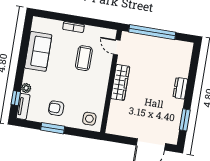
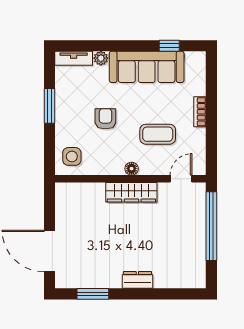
sofa: (38, 51) -> (147, 67), width x1.36
floor lamp: (104, 80) -> (132, 169), added
window: (16, 98) -> (169, 46), moved
armchair: (56, 108) -> (105, 119), moved

